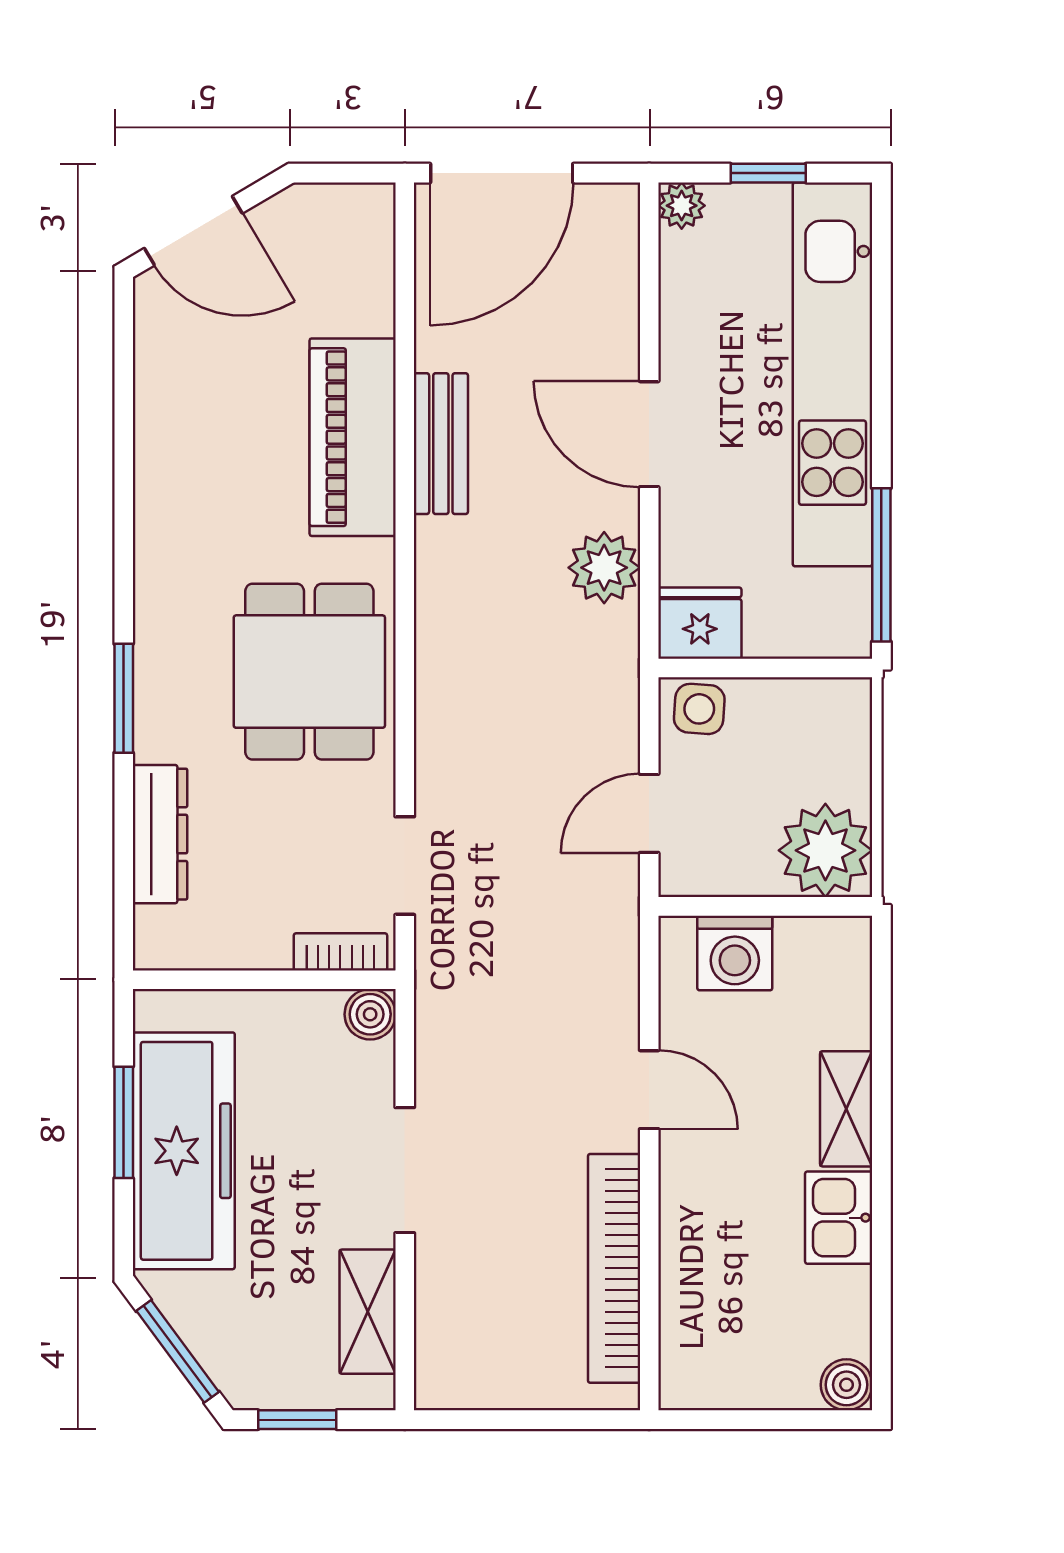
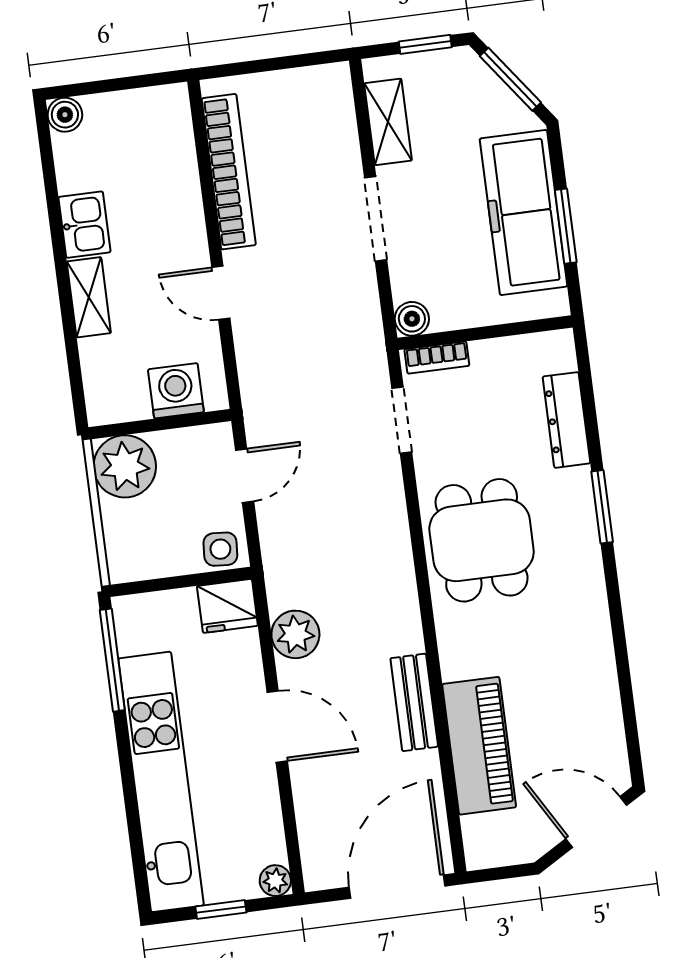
piano: (353, 437) -> (479, 746), moved

